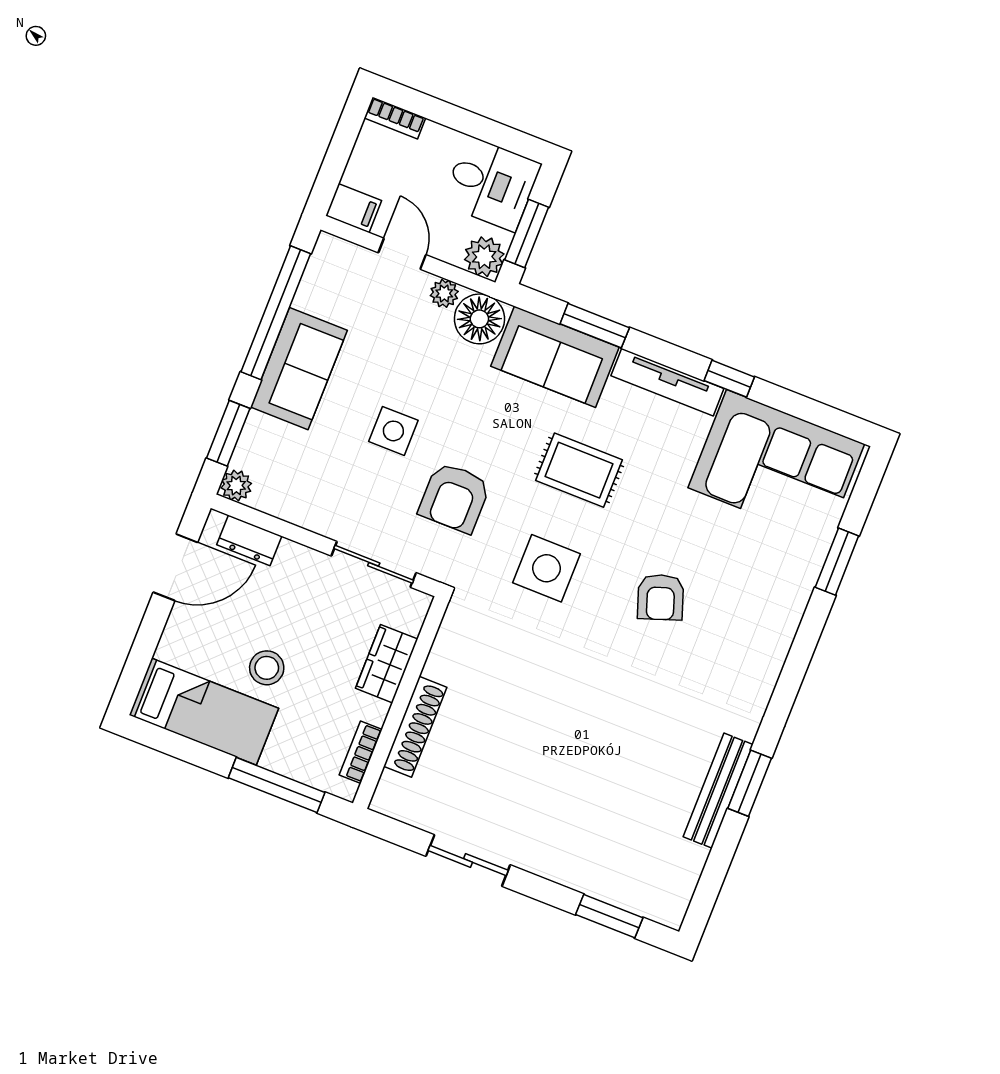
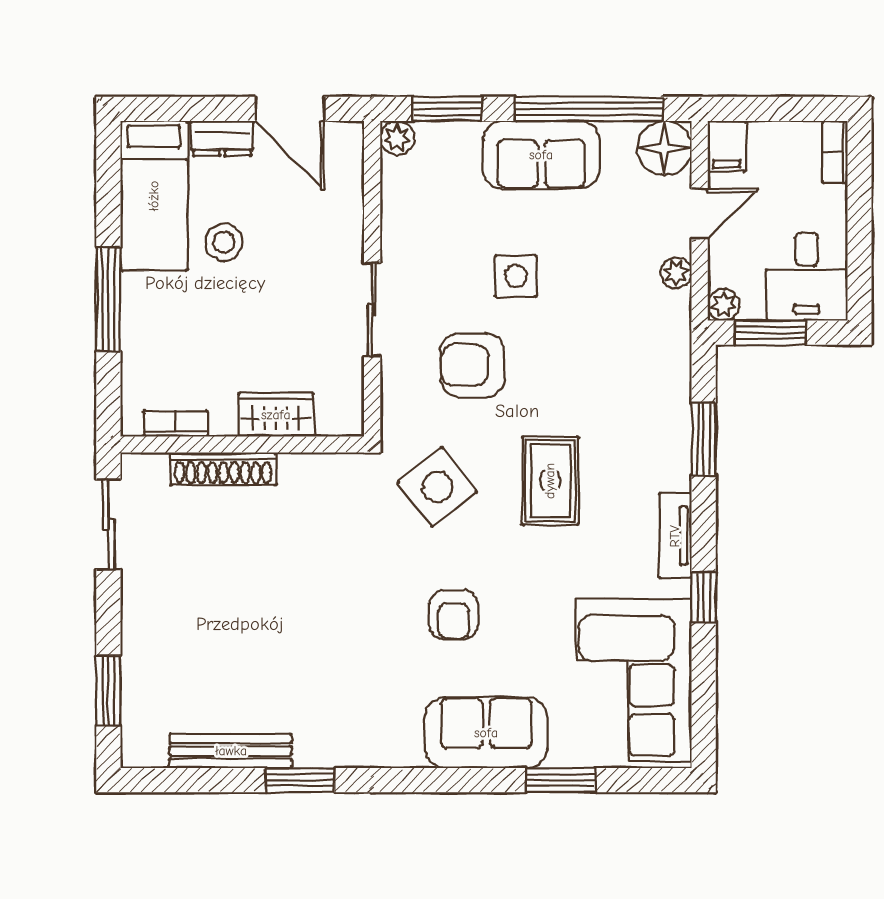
plant: (484, 257) -> (724, 305), width x0.73, depth x0.73
floor lamp: (479, 319) -> (664, 148), moved
sofa: (555, 357) -> (486, 733), moved, turned 90
tv unit: (667, 382) -> (675, 536), width x0.71
dresser: (249, 540) -> (222, 138), moved, turned -90
side table: (547, 568) -> (437, 487), turned -38
armchair: (661, 597) -> (454, 615), turned -71
wardrobe: (387, 664) -> (276, 415), moved
wall: (401, 703) -> (242, 444), moved
shoe rack: (415, 727) -> (223, 469), moved
bookcase: (361, 752) -> (176, 424), moved
bench: (718, 791) -> (231, 751), moved

